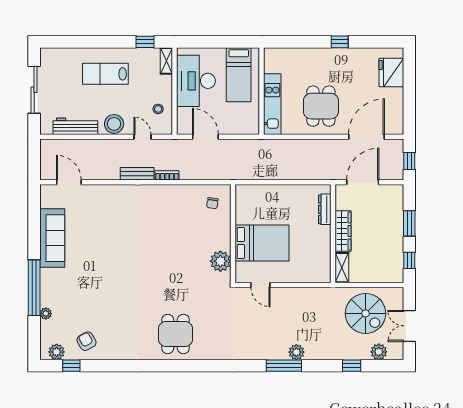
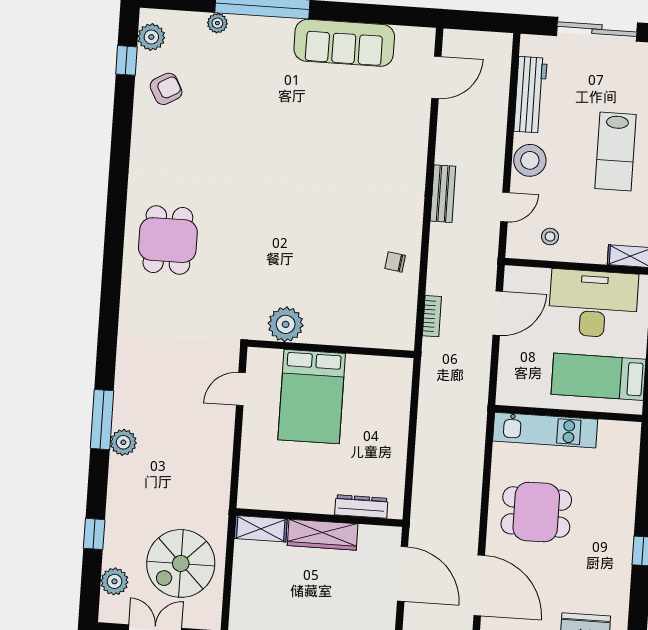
lab bench: (105, 74) -> (615, 151), turned 180
bookcase: (167, 175) -> (432, 316), moved
chair: (212, 203) -> (395, 262), moved
dining table: (176, 334) -> (168, 240), turned 90

